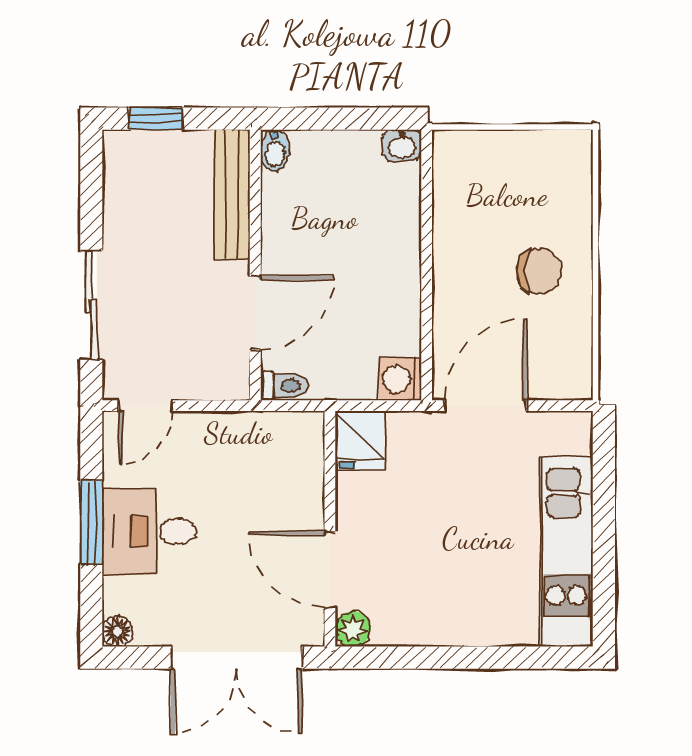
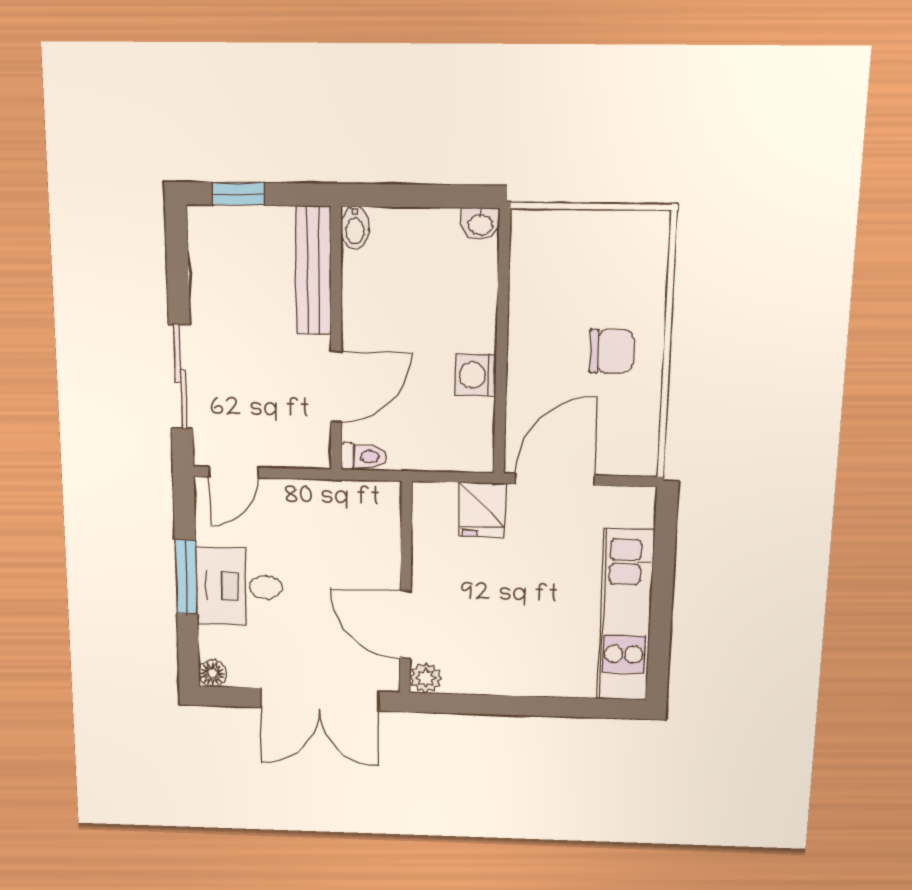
washing machine: (400, 379) -> (475, 375), moved
fridge: (360, 440) -> (482, 510), moved

